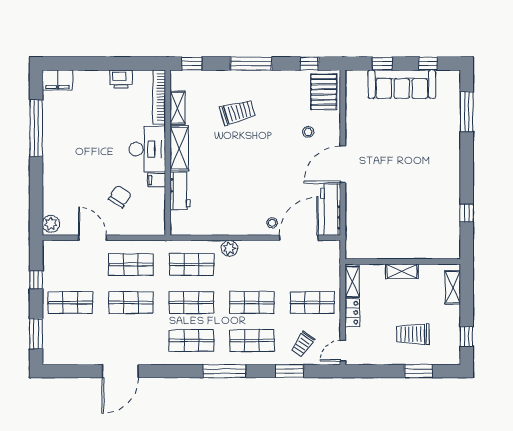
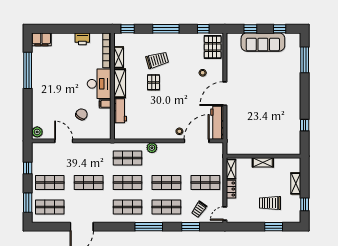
pallet: (232, 147) -> (154, 82), added
shop shelf: (131, 264) -> (50, 207), moved
shelving: (453, 287) -> (296, 183), moved

